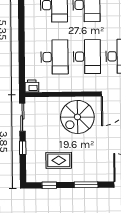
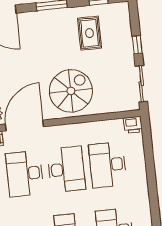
desk: (87, 57) -> (66, 169), turned 180
rug: (59, 160) -> (89, 33), turned 90

